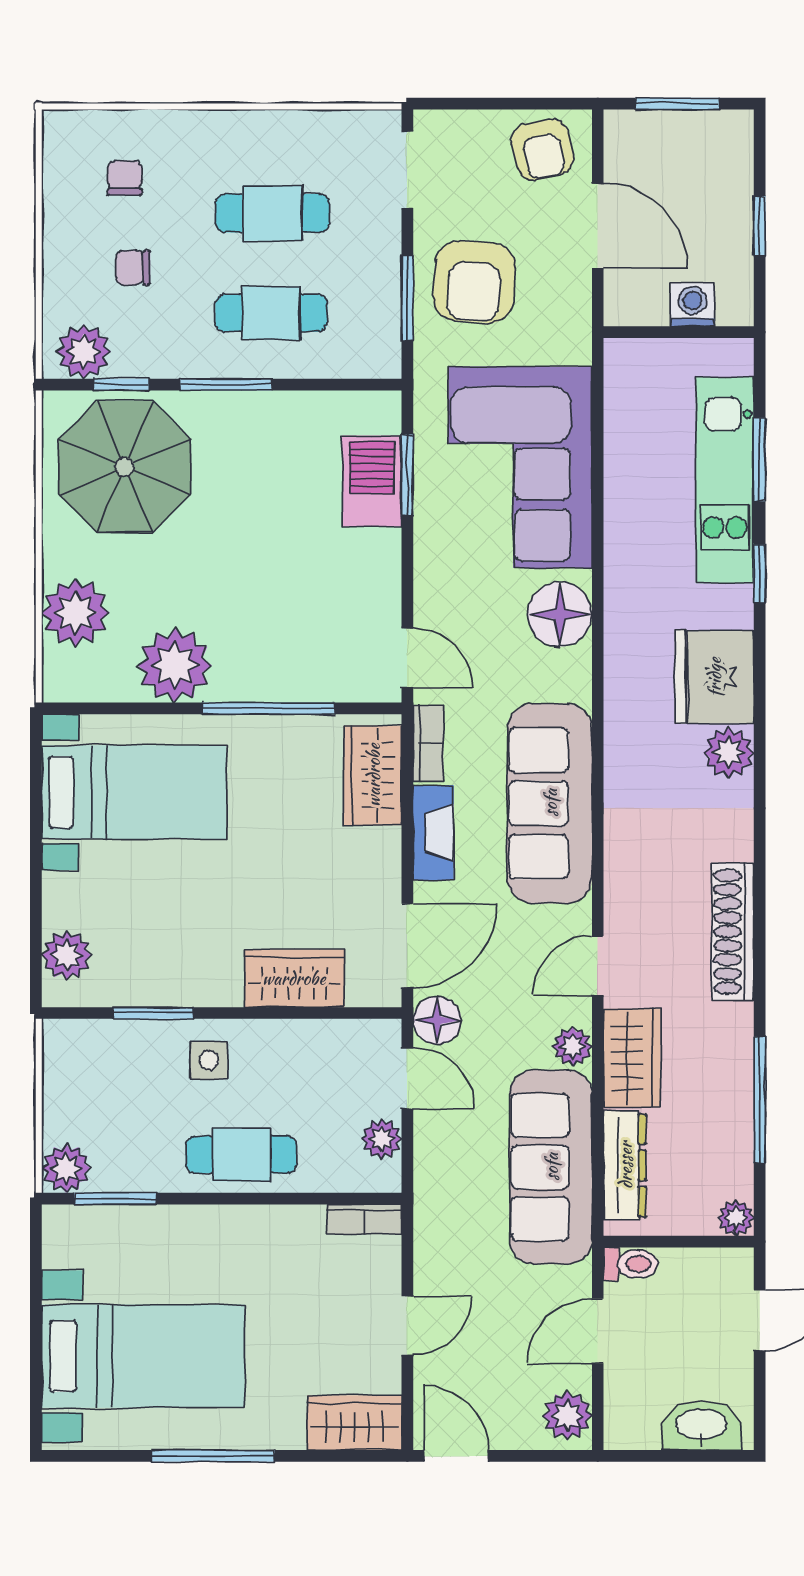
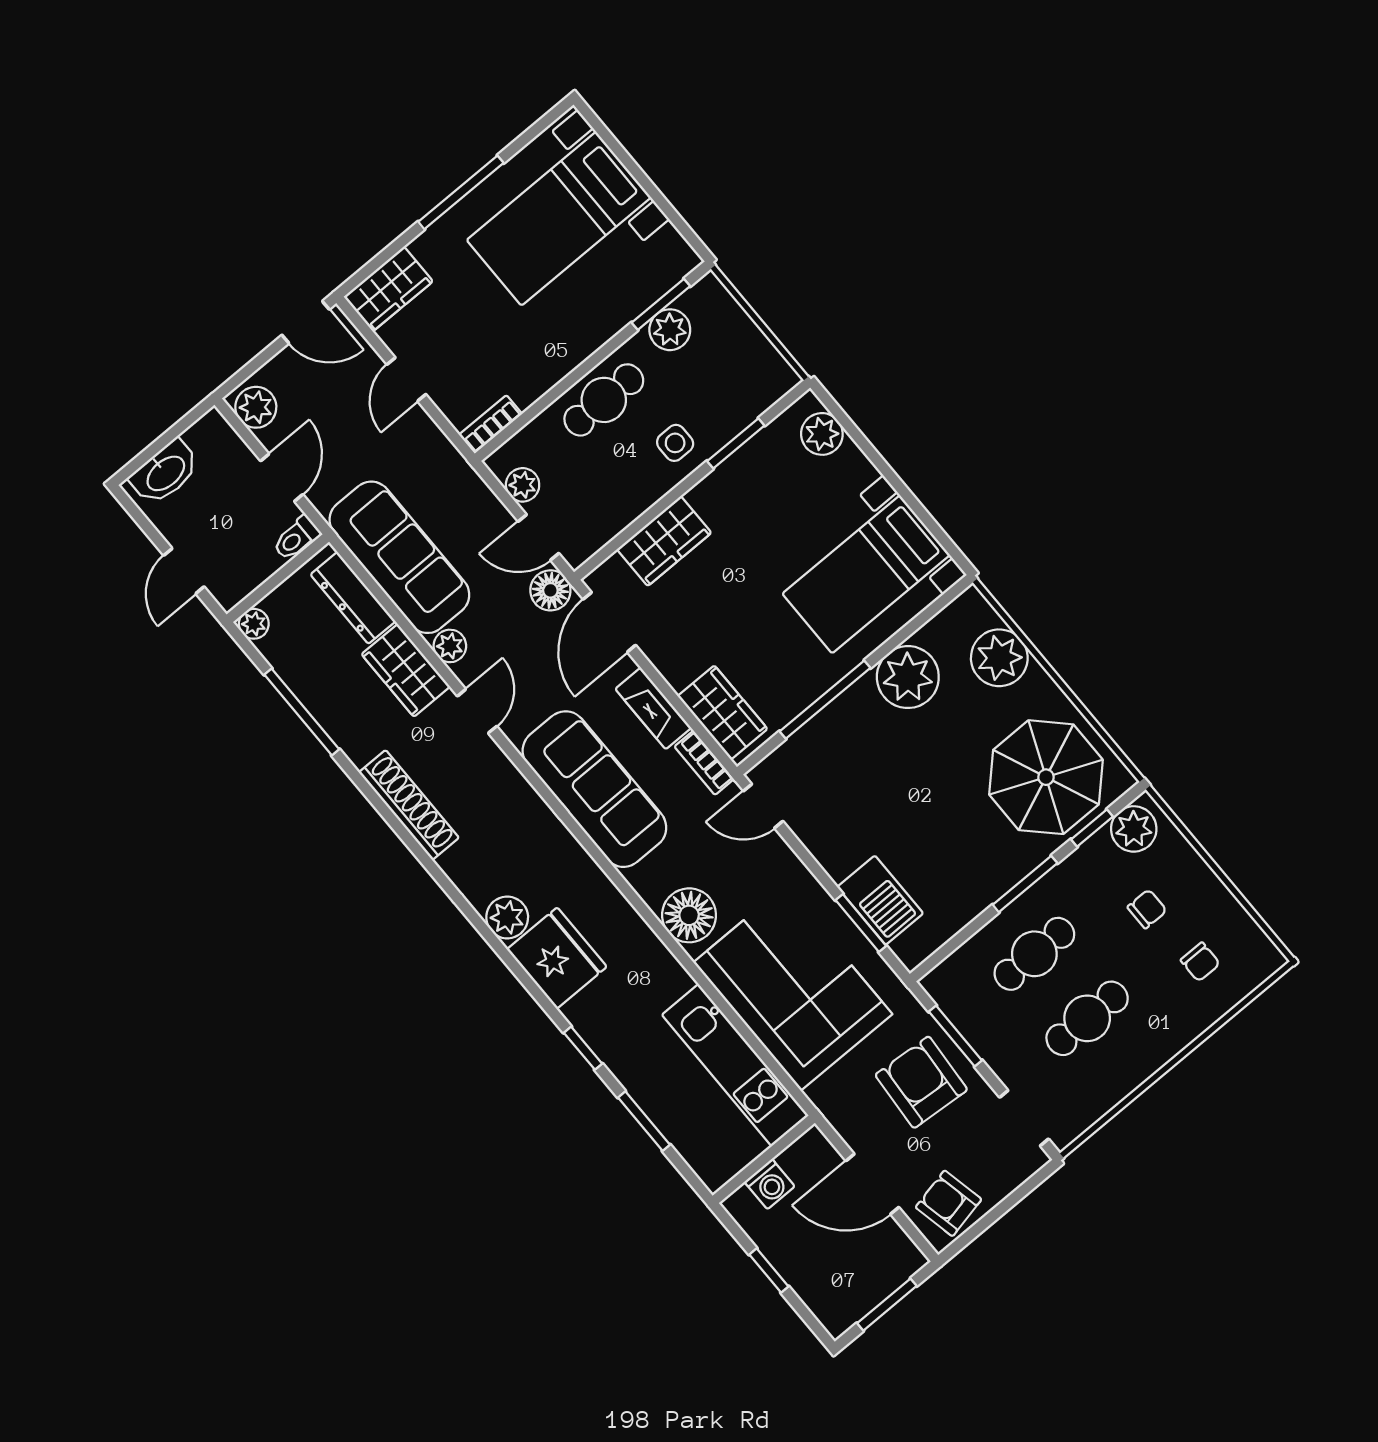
kitchen unit: (725, 480) -> (735, 1065), moved, turned 180
plant: (66, 1168) -> (670, 330), moved

